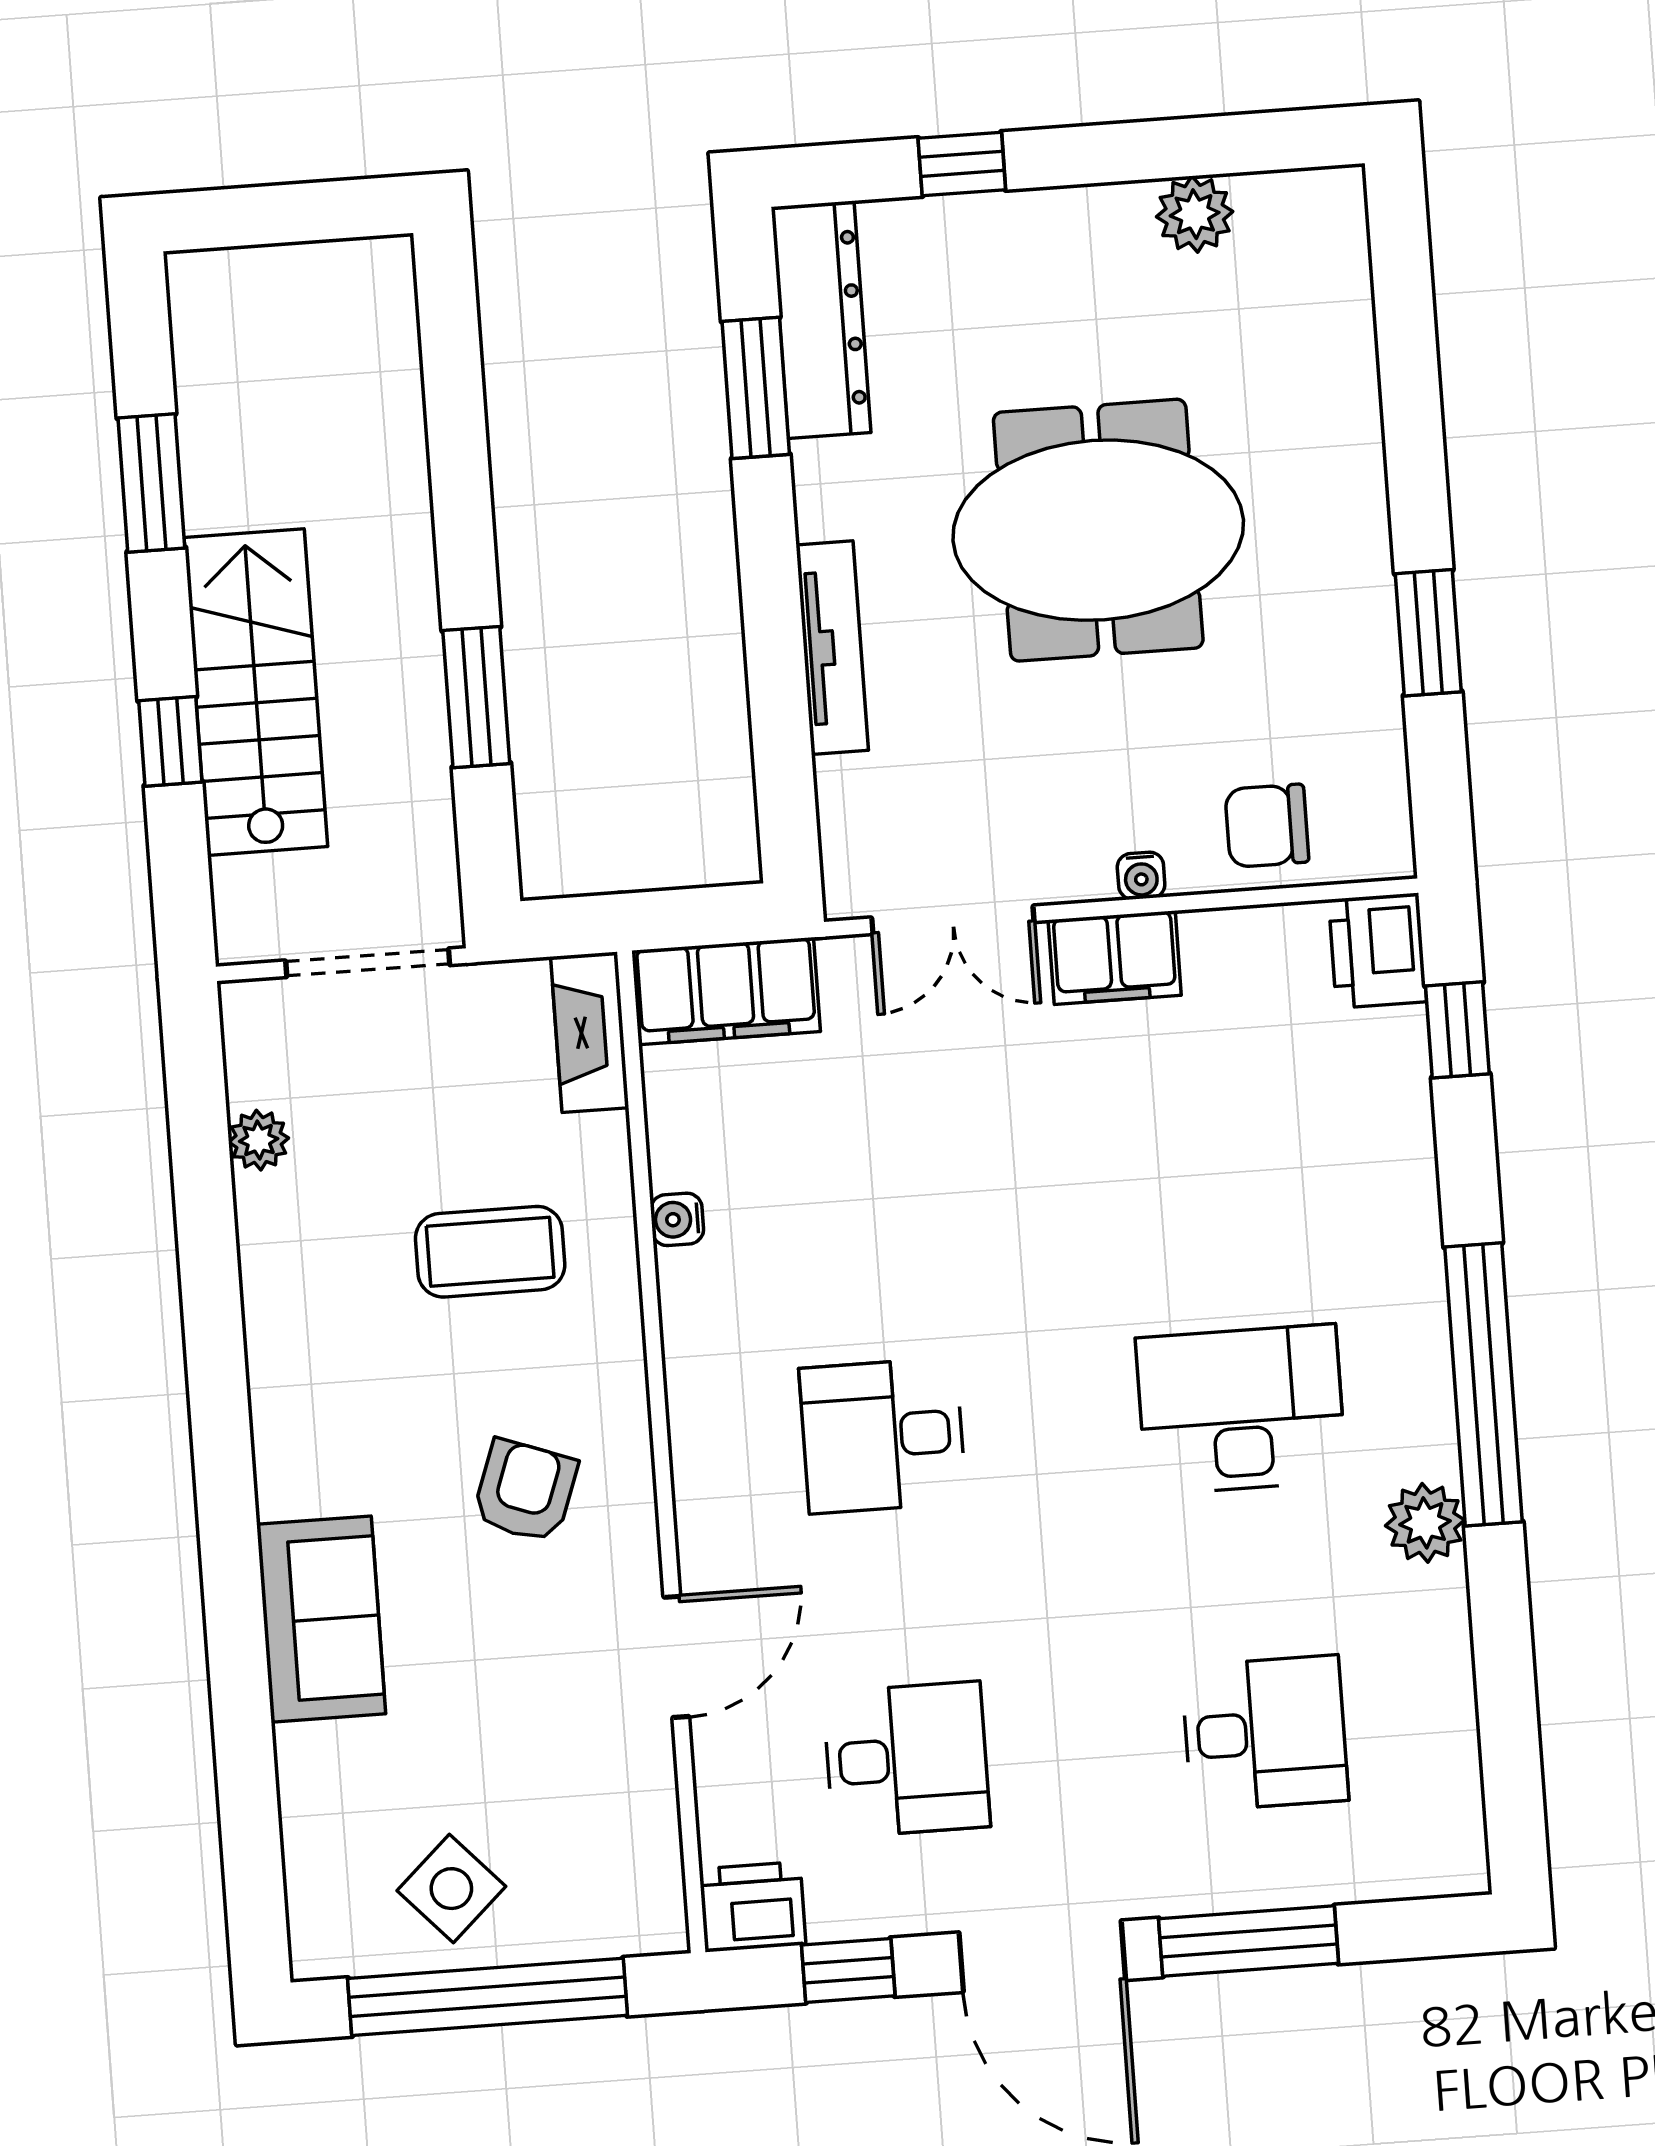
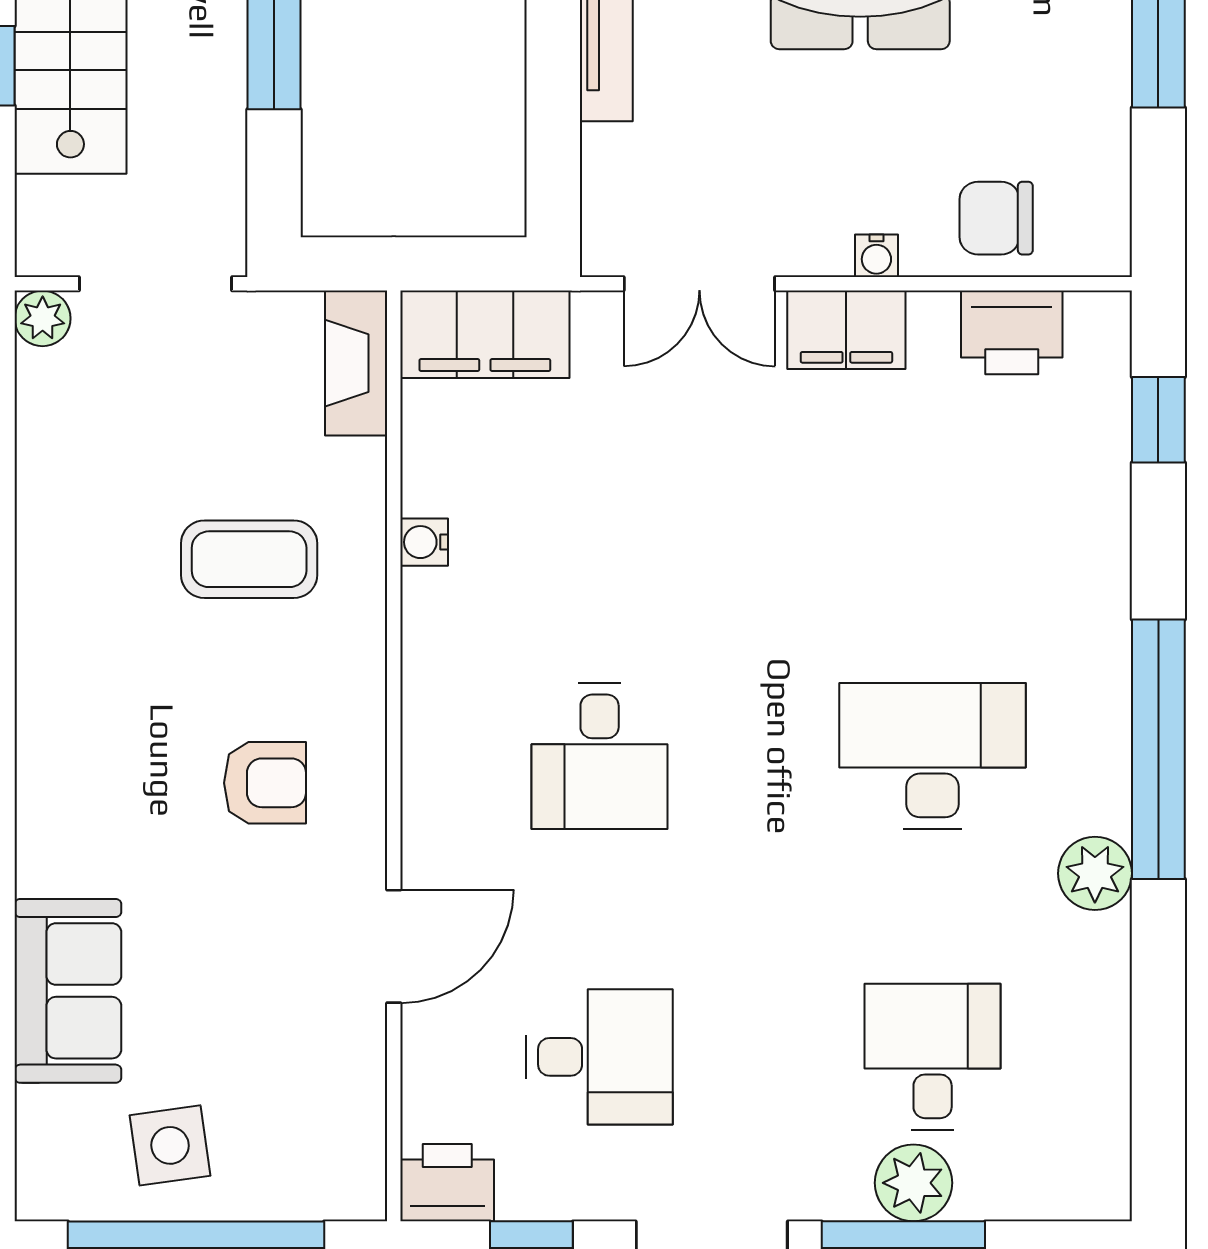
printer: (1377, 951) -> (1012, 332), moved, turned -90
plant: (259, 1140) -> (43, 318), moved
desk: (883, 1436) -> (600, 756), turned -90
armchair: (525, 1491) -> (265, 783), turned 70
sofa: (321, 1619) -> (68, 991), moved
desk: (1265, 1733) -> (933, 1057), turned -90
plant: (1254, 1870) -> (913, 1183), added
side table: (451, 1889) -> (170, 1145), turned 35

